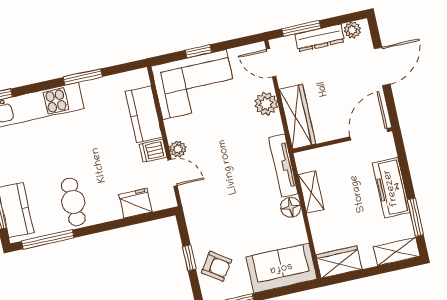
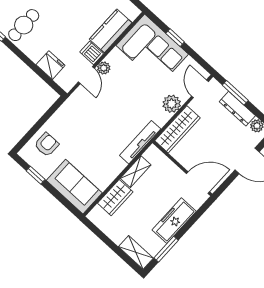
floor lamp: (291, 207) -> (117, 166), removed
window: (189, 258) -> (40, 123), removed
wardrobe: (339, 262) -> (115, 198), moved, turned 90
armchair: (217, 266) -> (47, 145), turned -125

